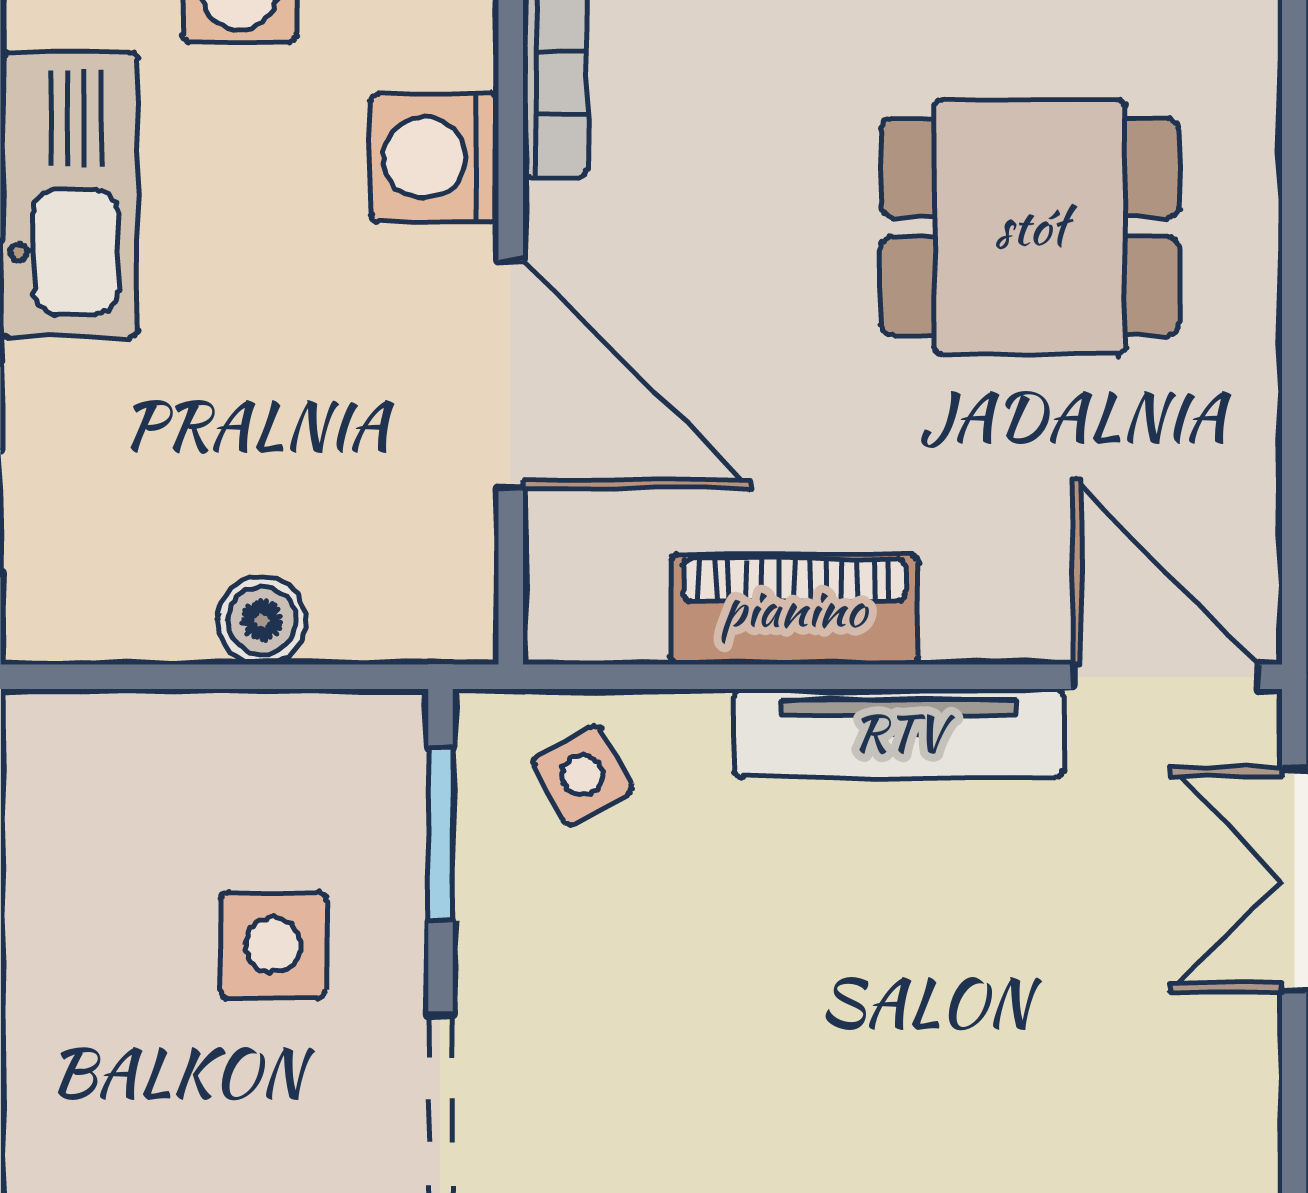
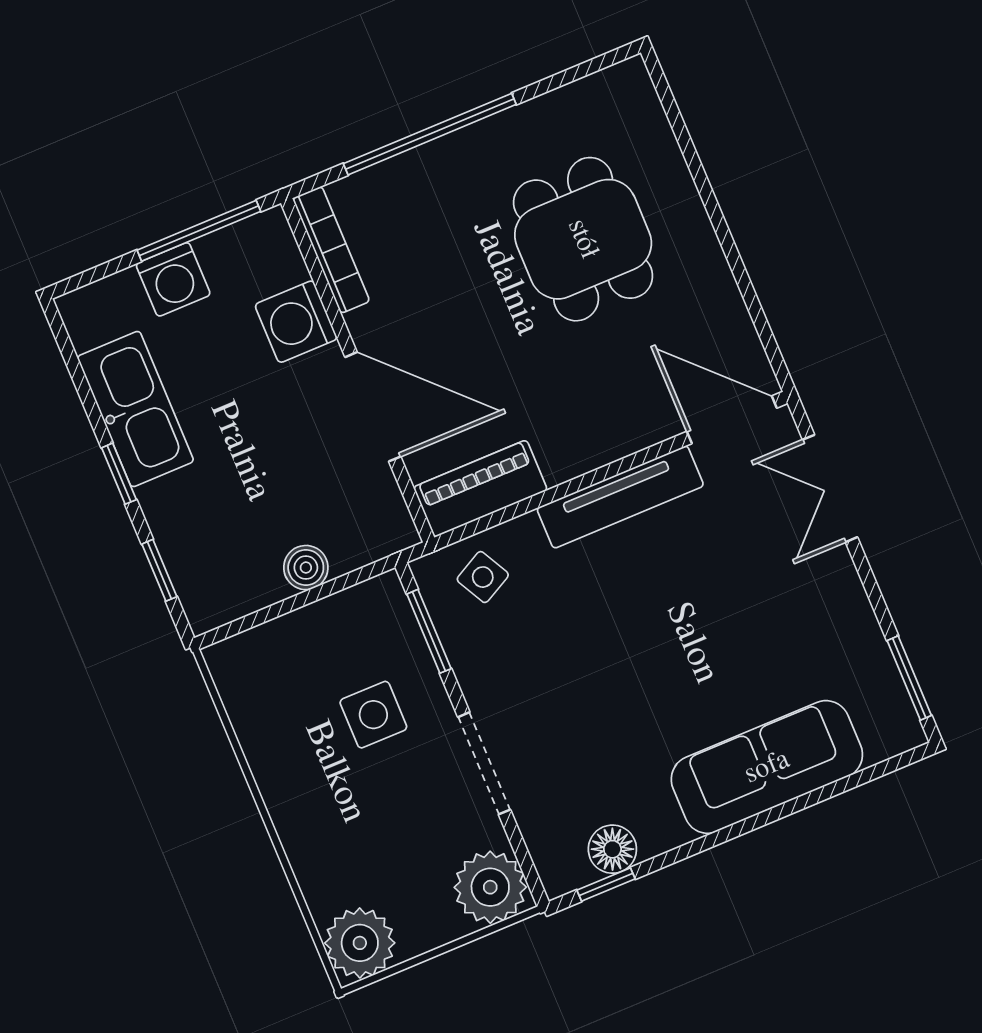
dining table: (1030, 227) -> (583, 239), turned 90
piano: (794, 609) -> (480, 489), moved

